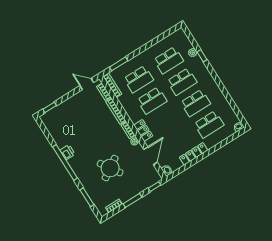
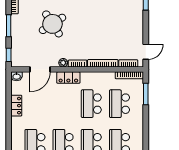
locker: (194, 154) -> (16, 106), width x0.66
door: (151, 156) -> (40, 69), hinge flipped

